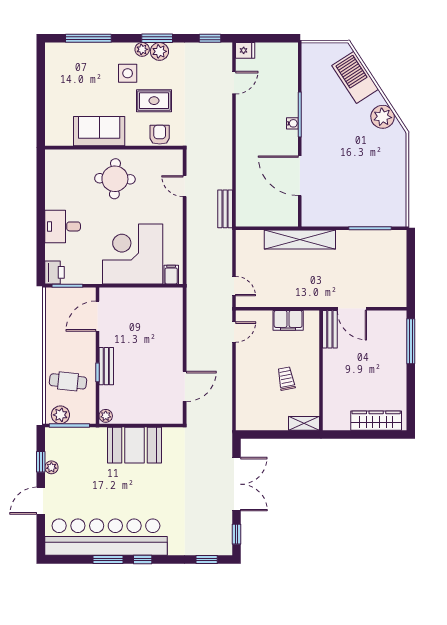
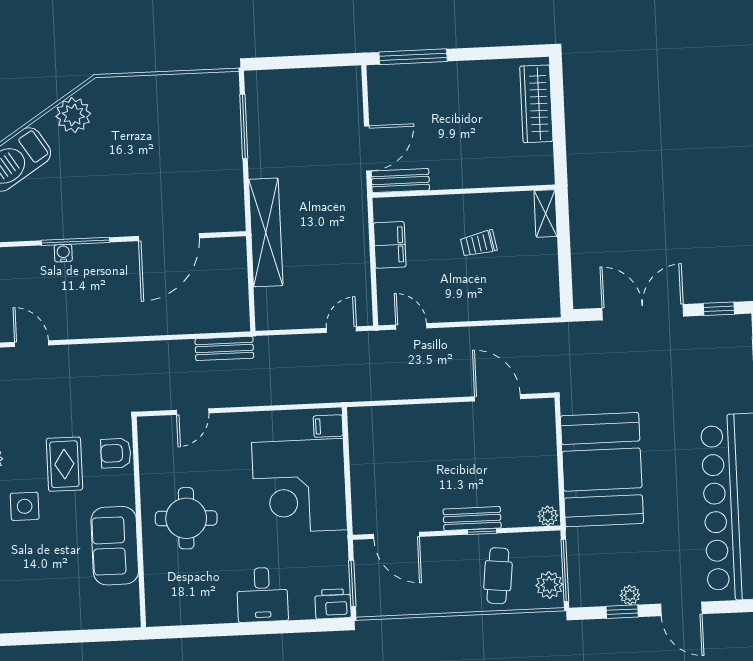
water cooler: (292, 123) -> (63, 253), moved
booth: (134, 445) -> (602, 470), width x1.36, depth x1.42

